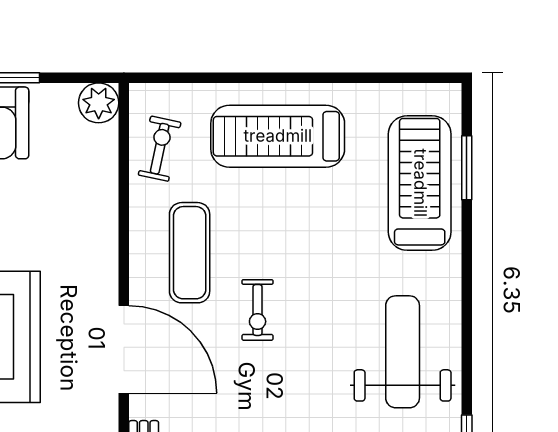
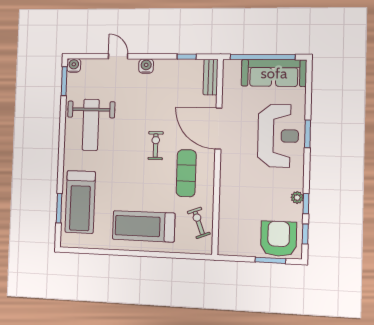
plant: (99, 103) -> (227, 246), removed
treadmill: (278, 136) -> (144, 226), turned 180
exercise bike: (160, 149) -> (199, 223), turned 147

